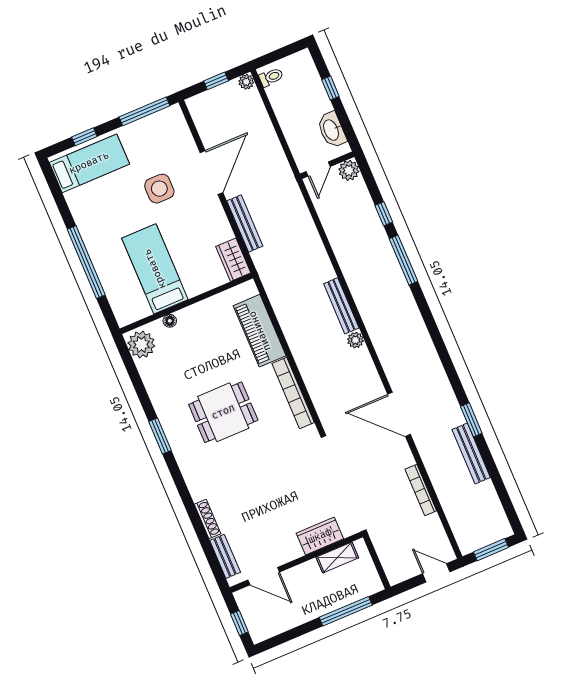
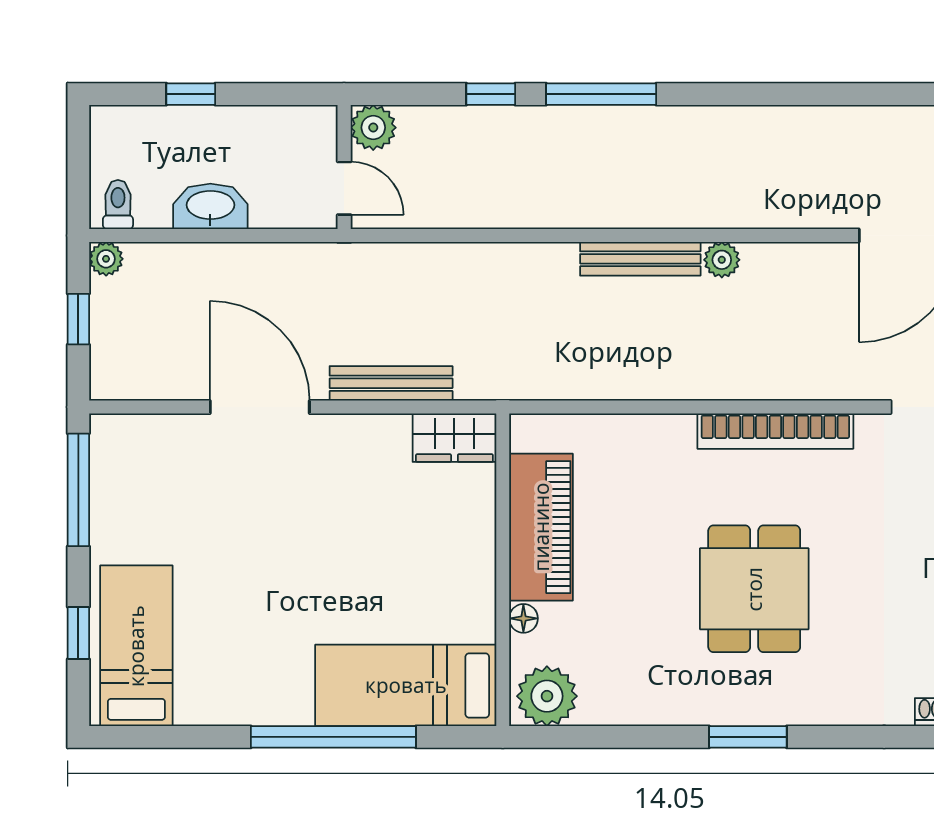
washbasin: (332, 130) -> (210, 206), moved, turned 180
side table: (159, 189) -> (247, 526), removed
bed: (155, 269) -> (406, 685), moved
piano: (260, 331) -> (541, 527), moved, turned -90

